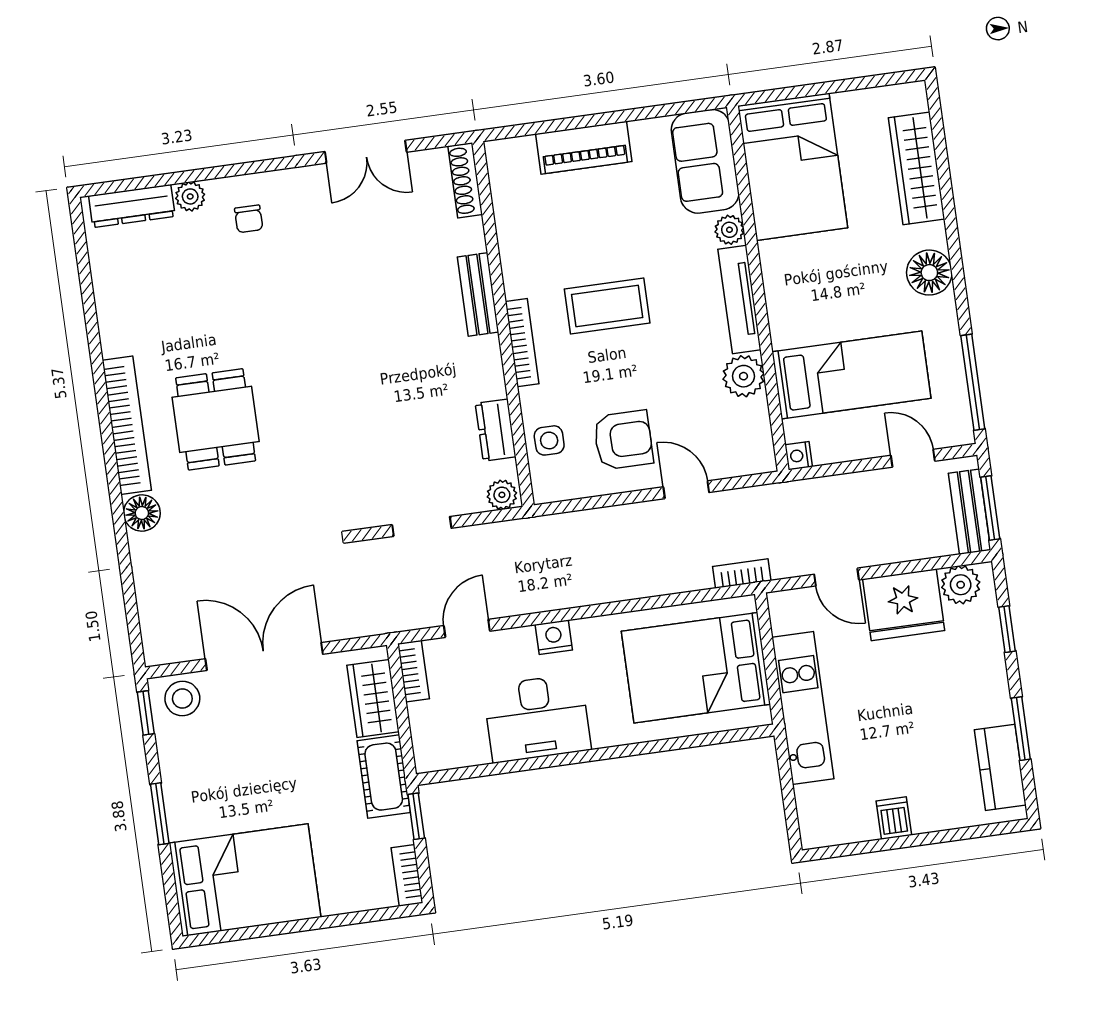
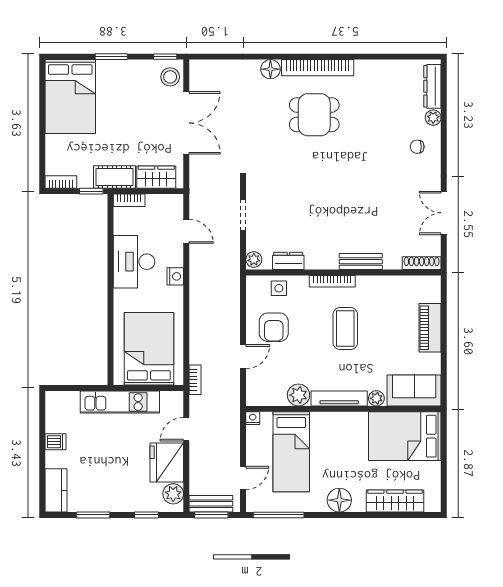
bookcase: (413, 671) -> (129, 200), moved
kitchen counter: (1000, 767) -> (56, 490), moved, turned 90

